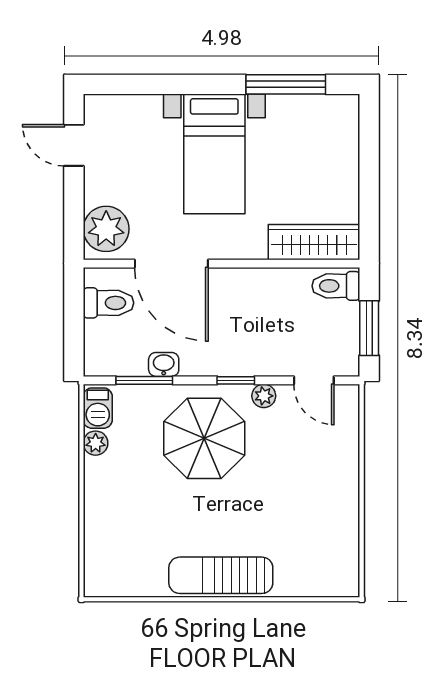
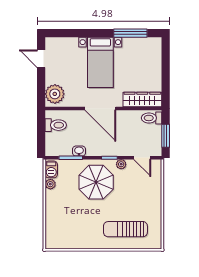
door: (171, 264) -> (100, 109), moved
sun lounger: (221, 575) -> (125, 229), moved

